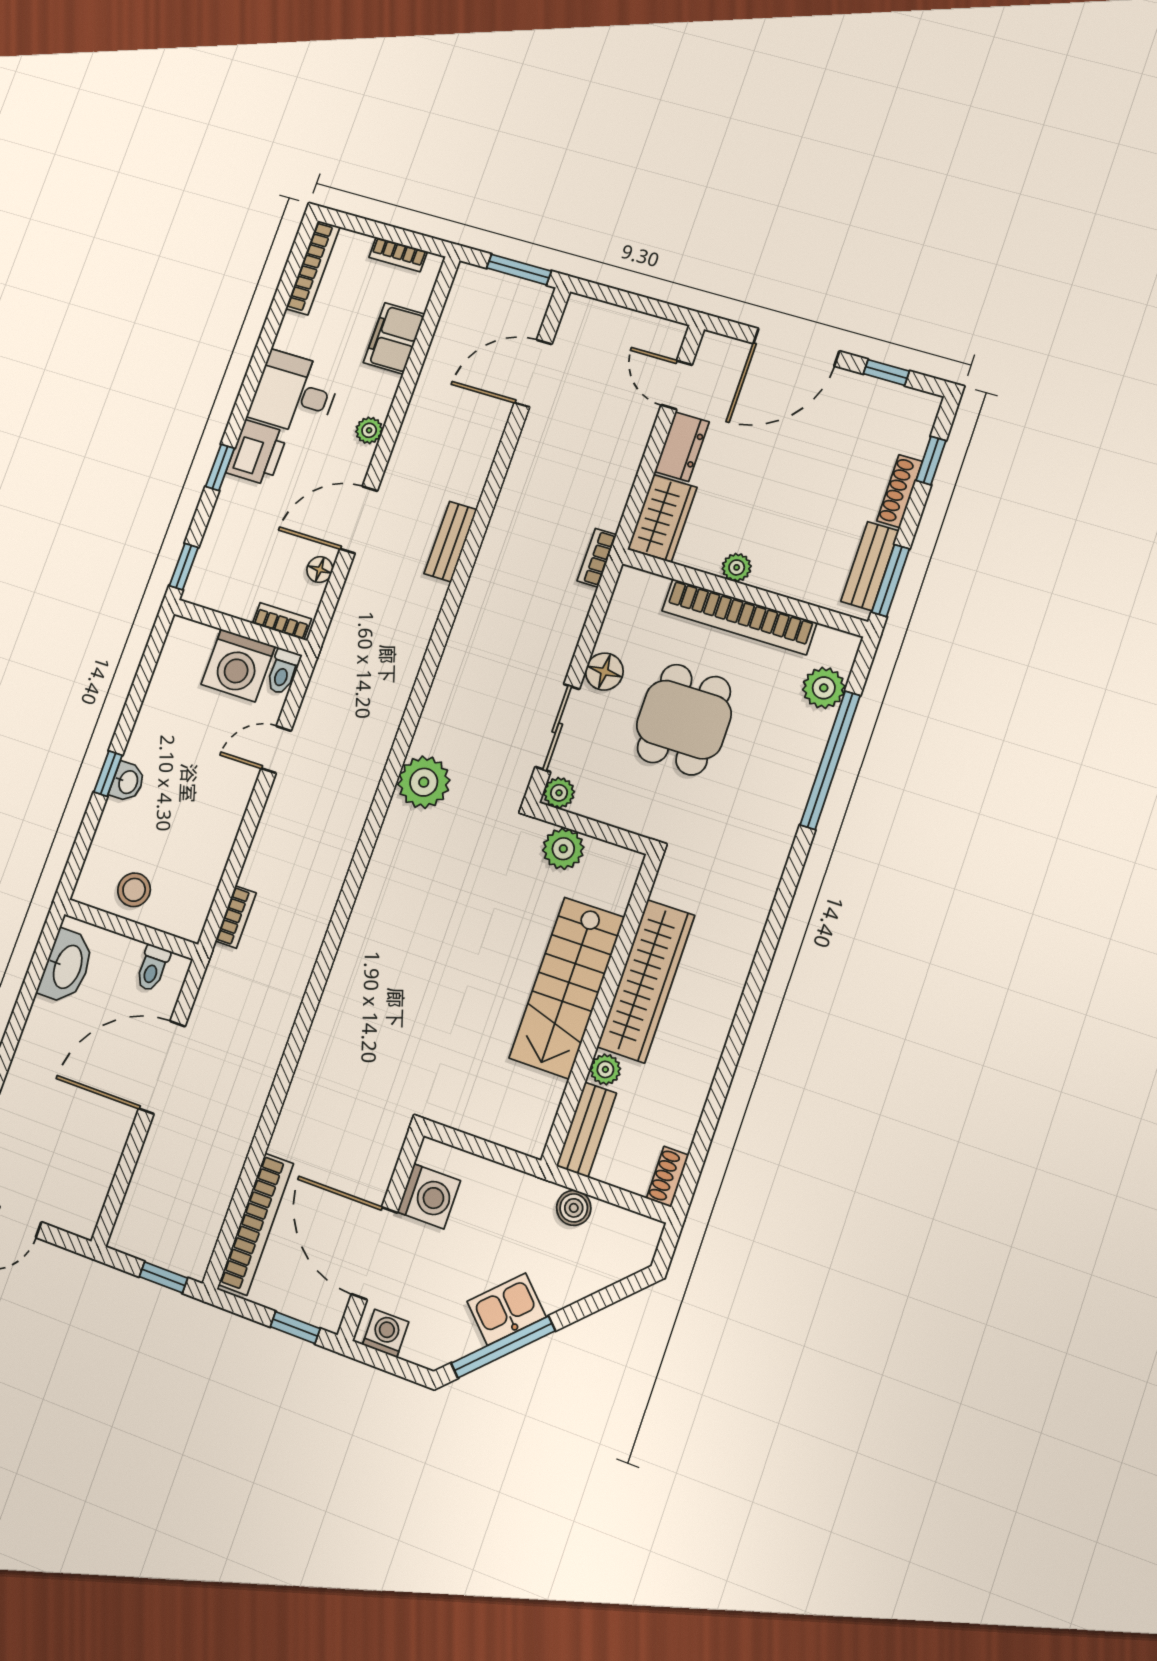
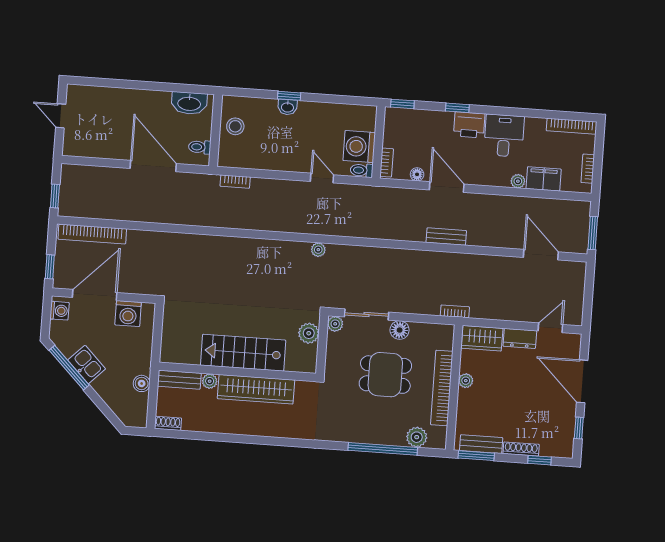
plant: (369, 430) -> (518, 181), moved
plant: (424, 782) -> (318, 250), width x0.53, depth x0.53

